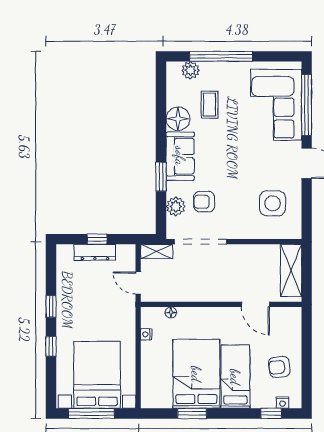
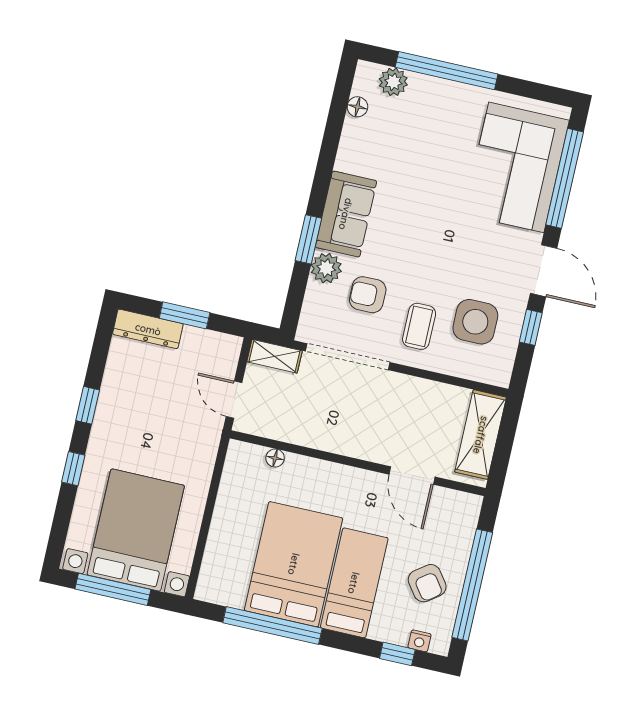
coffee table: (209, 105) -> (419, 326), moved
floor lamp: (178, 119) -> (357, 107), moved, width x0.53, depth x0.53
window: (307, 199) -> (531, 327), added
plant: (176, 206) -> (326, 268), moved
window: (97, 239) -> (185, 315), width x1.50
dresser: (95, 252) -> (148, 329), moved
nightstand: (146, 334) -> (228, 484), removed
window: (307, 362) -> (472, 585), added
armchair: (279, 367) -> (427, 583), turned -120
window: (192, 413) -> (272, 626), width x2.11

